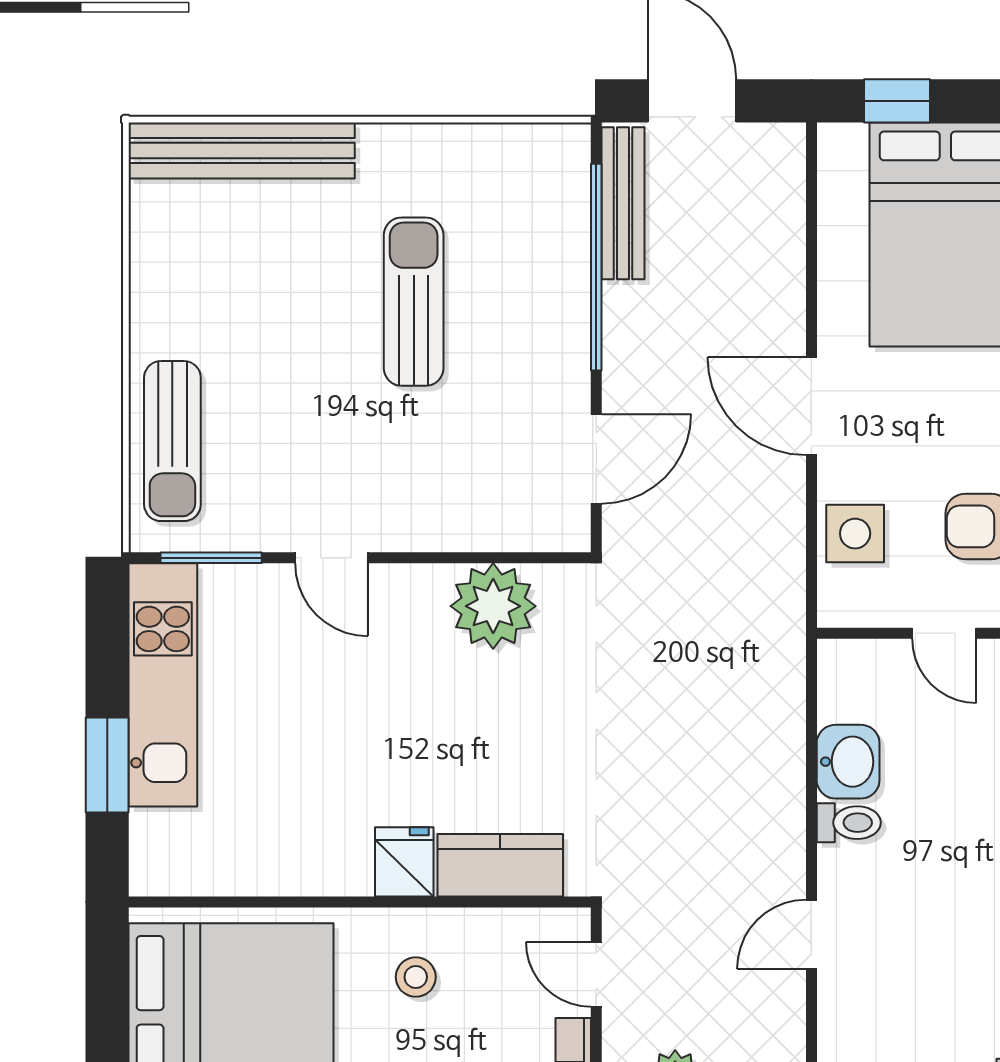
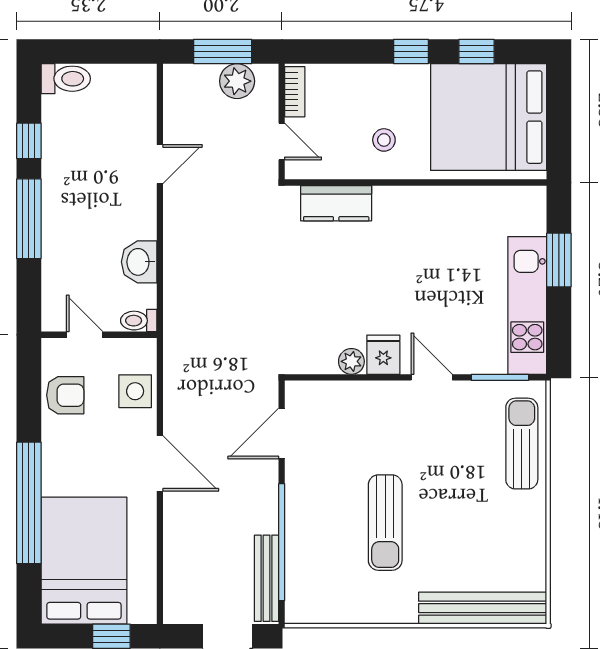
plant: (493, 606) -> (351, 361), width x0.53, depth x0.53
toilet: (849, 823) -> (139, 321), moved
fridge: (404, 862) -> (383, 355), moved, turned 180

